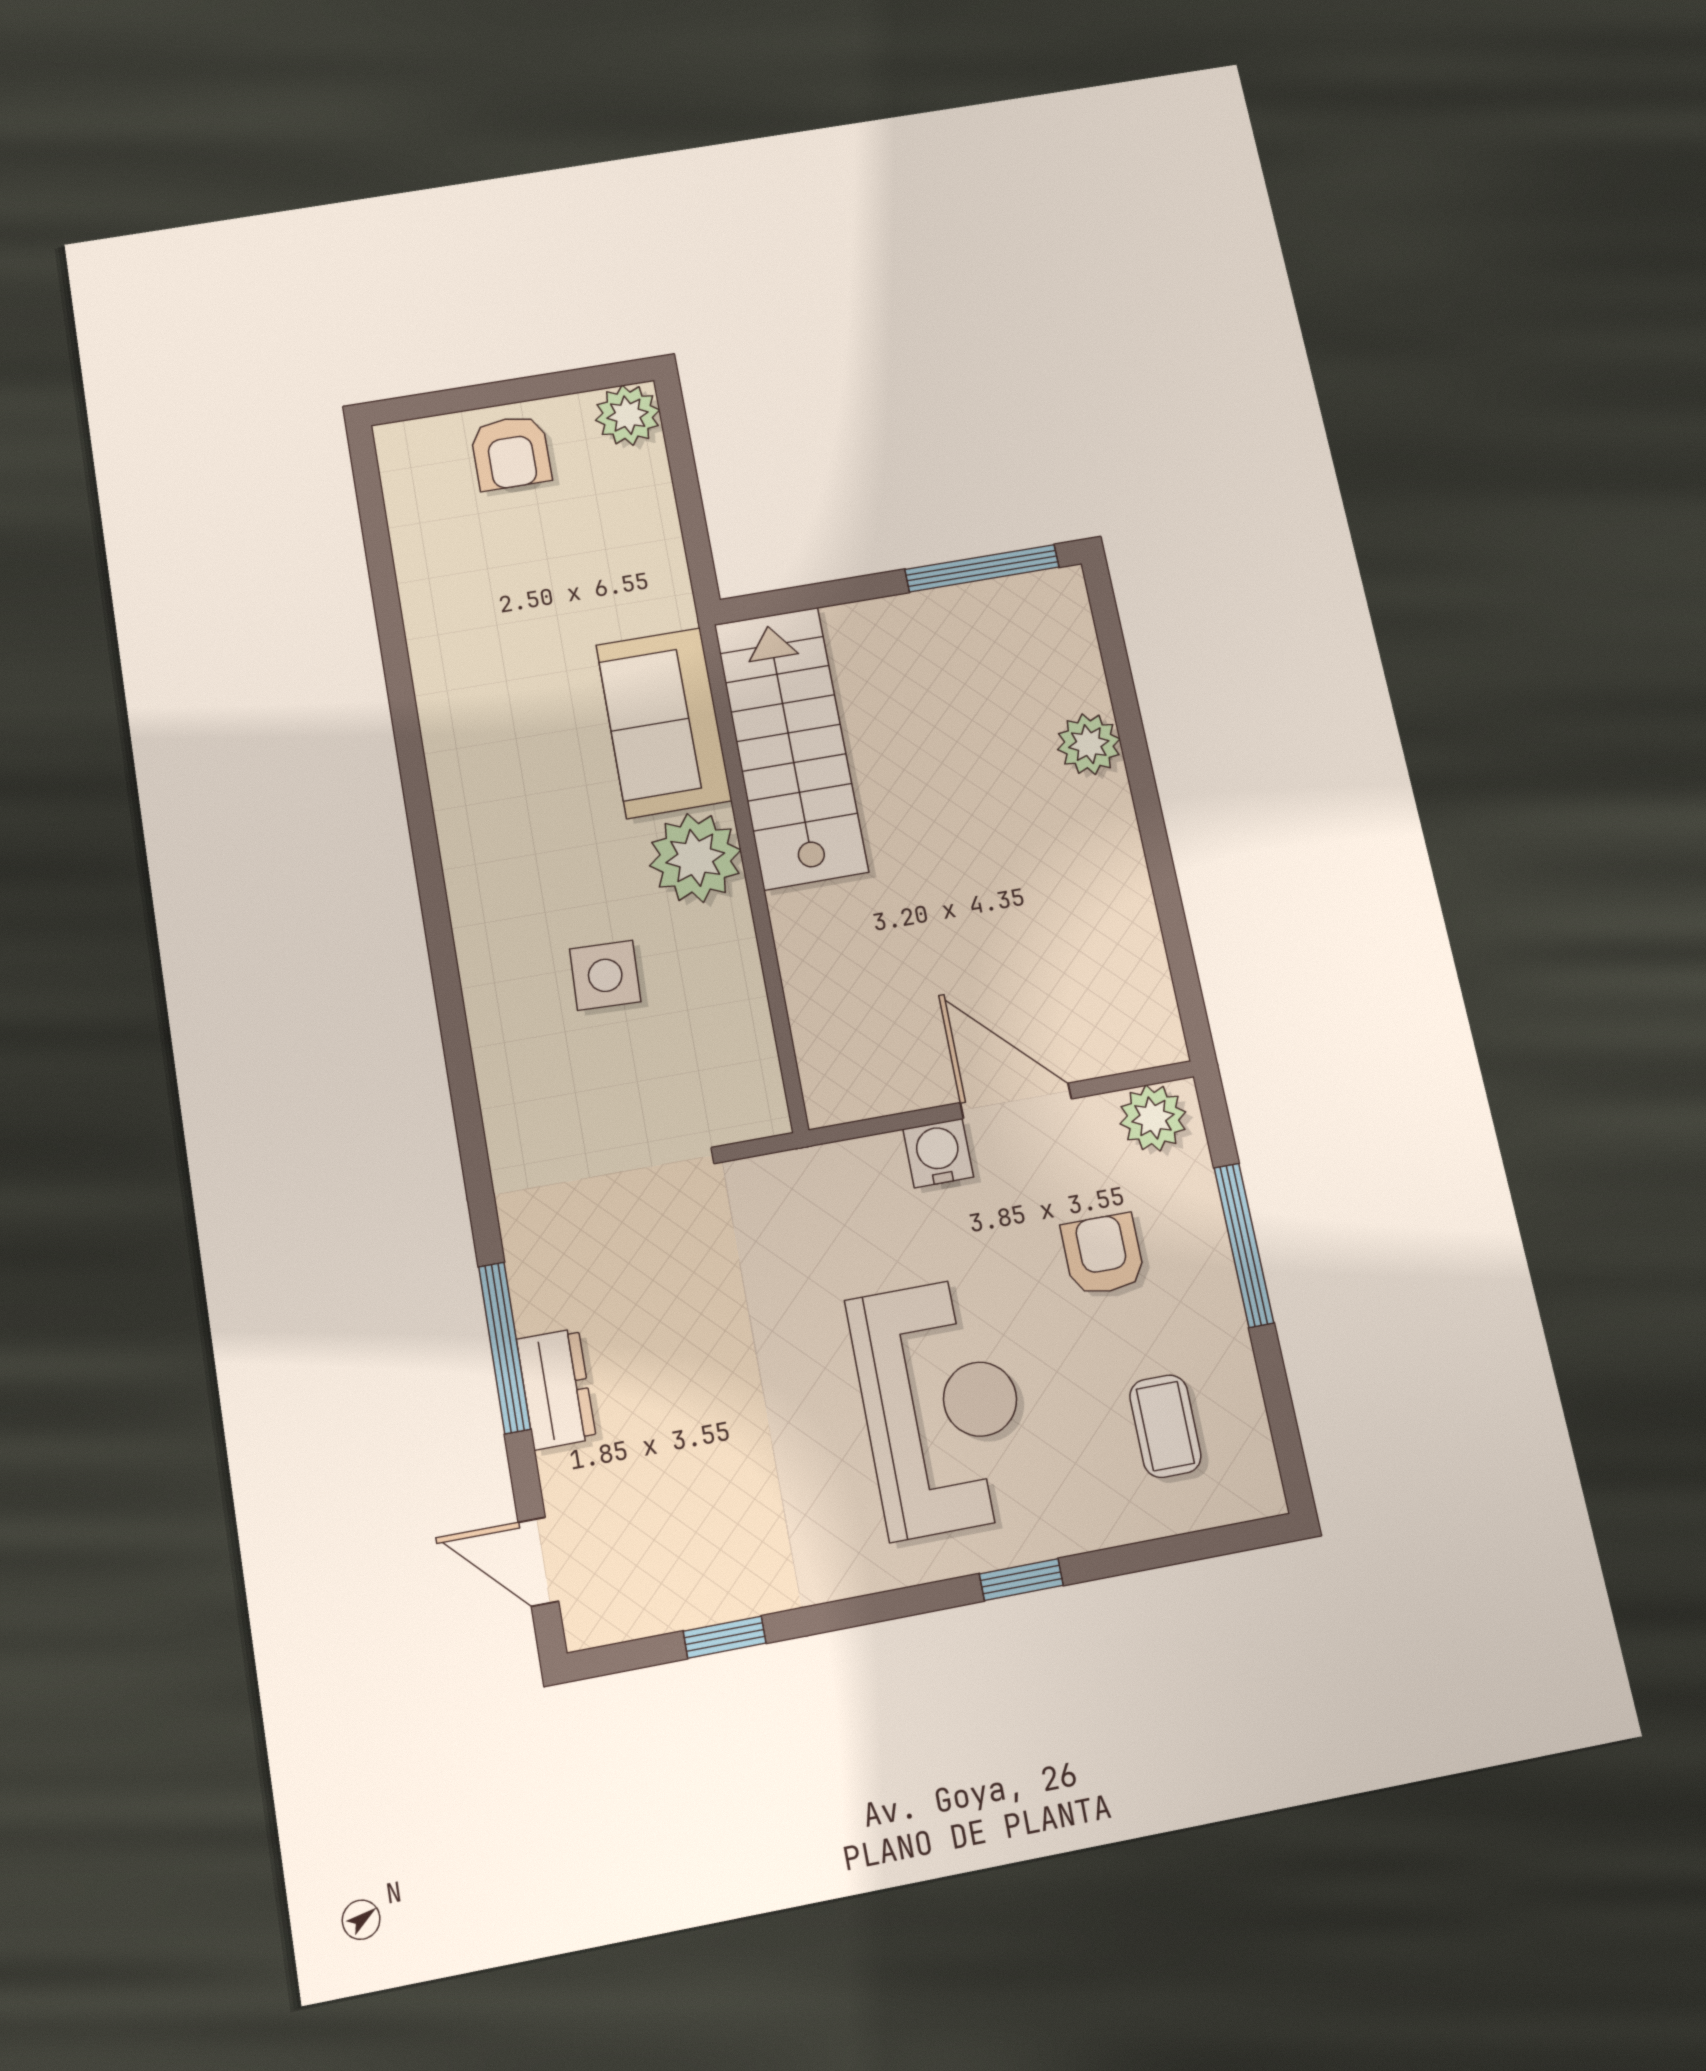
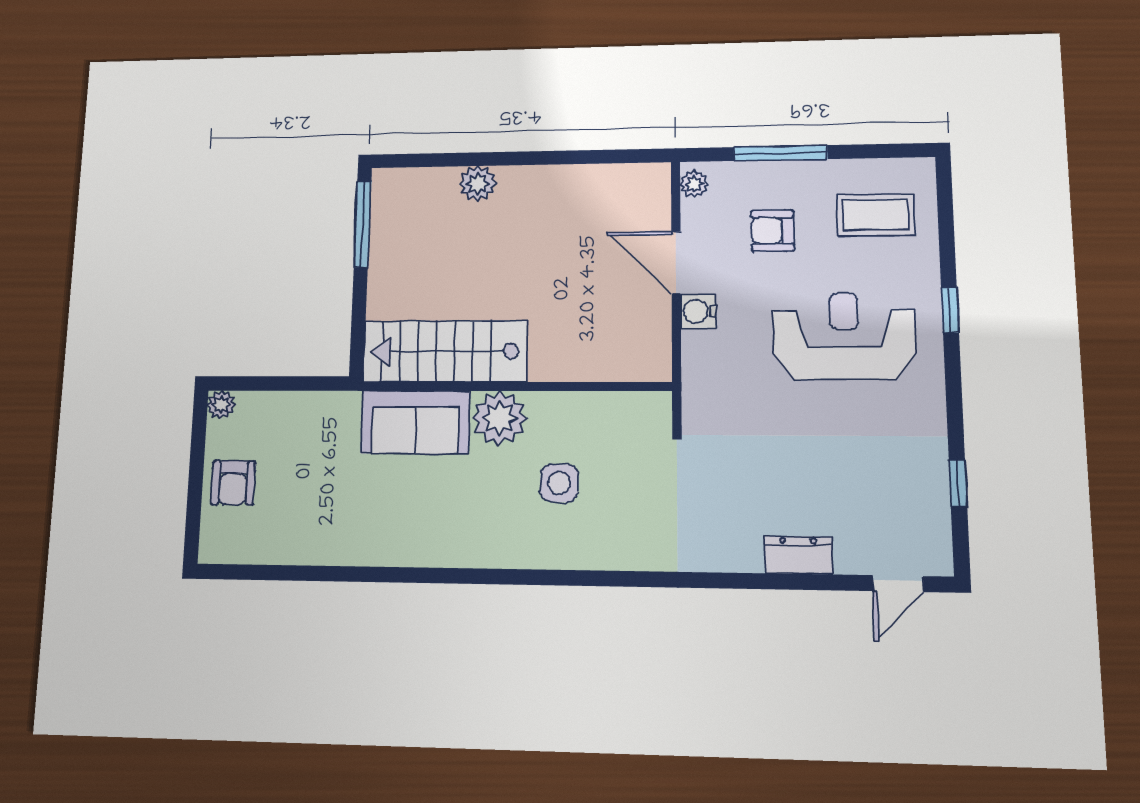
plant: (628, 415) -> (221, 405), width x0.73, depth x0.73
armchair: (511, 453) -> (233, 483), turned 90
door: (1016, 1101) -> (676, 262), hinge flipped
plant: (1153, 1118) -> (694, 184), width x0.73, depth x0.73
window: (504, 1348) -> (769, 581), removed
coffee table: (1165, 1426) -> (876, 215), width x1.36, depth x1.30

